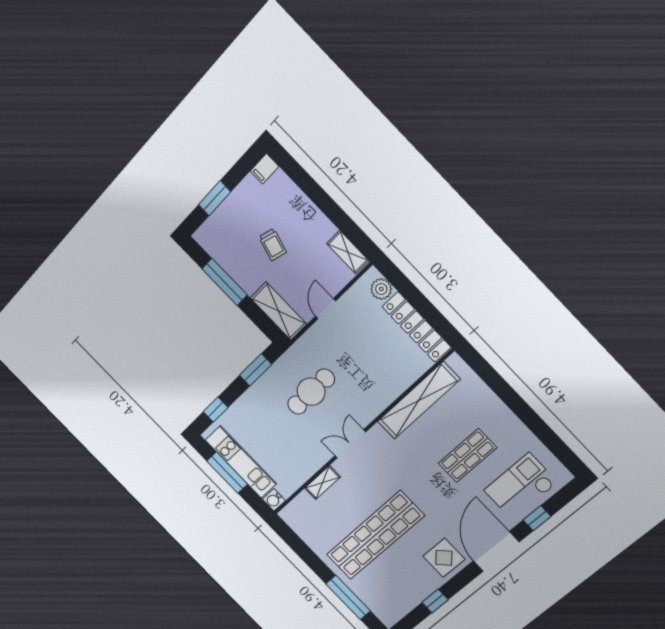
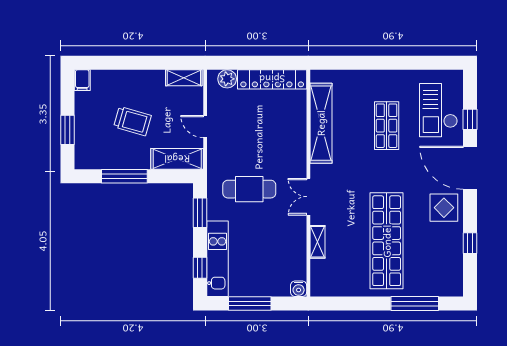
trolley: (273, 245) -> (132, 121), width x1.36, depth x1.39
cafe table: (311, 392) -> (249, 189), turned 90
kitchen unit: (241, 462) -> (218, 259), moved, turned 90

